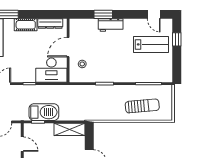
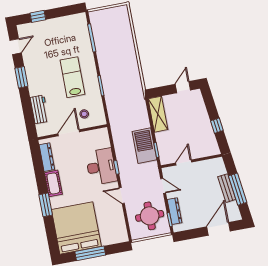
window: (103, 14) -> (21, 77), moved
workbench: (111, 25) -> (39, 109), moved
lab bench: (151, 44) -> (72, 77), moved
door: (68, 47) -> (69, 133), swing flipped
desk: (51, 70) -> (101, 167), moved
sun lounger: (142, 106) -> (117, 40), removed

